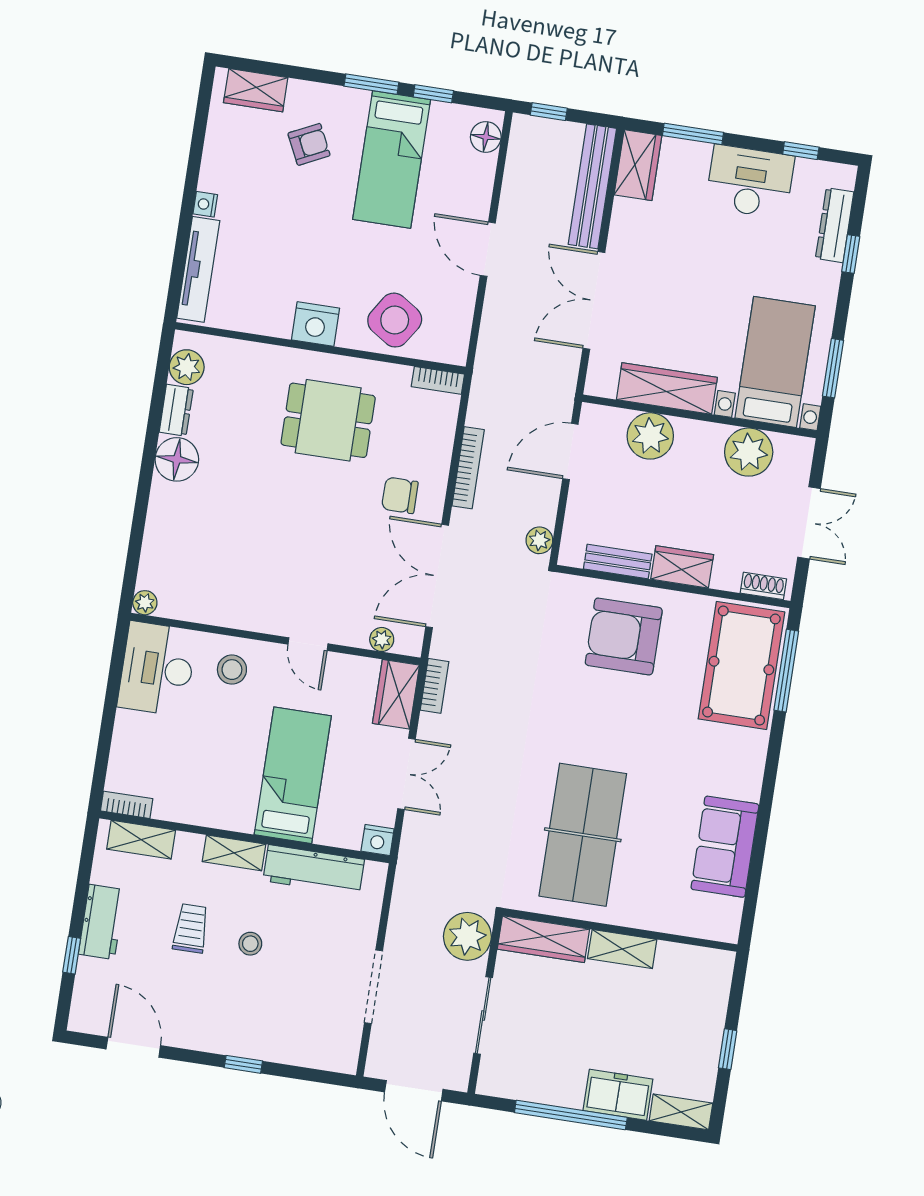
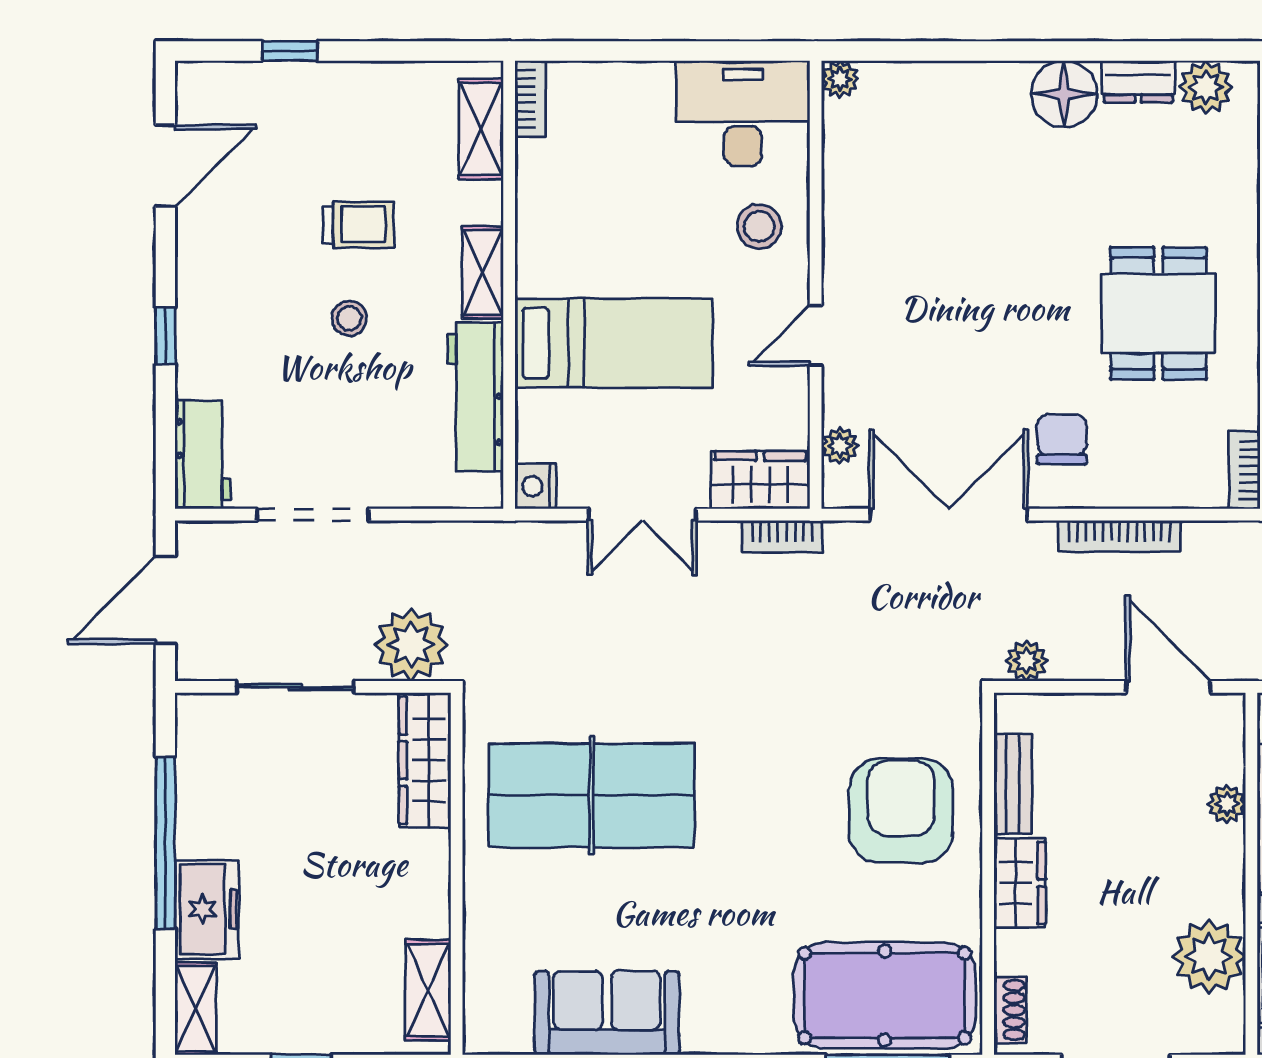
plant: (650, 436) -> (1227, 804), width x0.53, depth x0.53
workbench: (102, 922) -> (203, 455), moved, turned -90
shelving: (622, 949) -> (428, 990), moved

